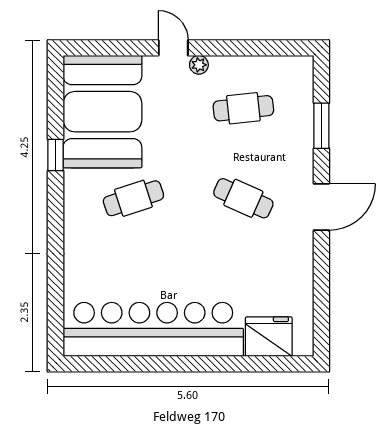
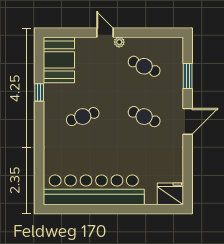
cafe table: (243, 108) -> (144, 66), turned 30
booth: (102, 112) -> (59, 60), width x0.73, depth x0.70
fridge: (269, 337) -> (170, 194), moved

